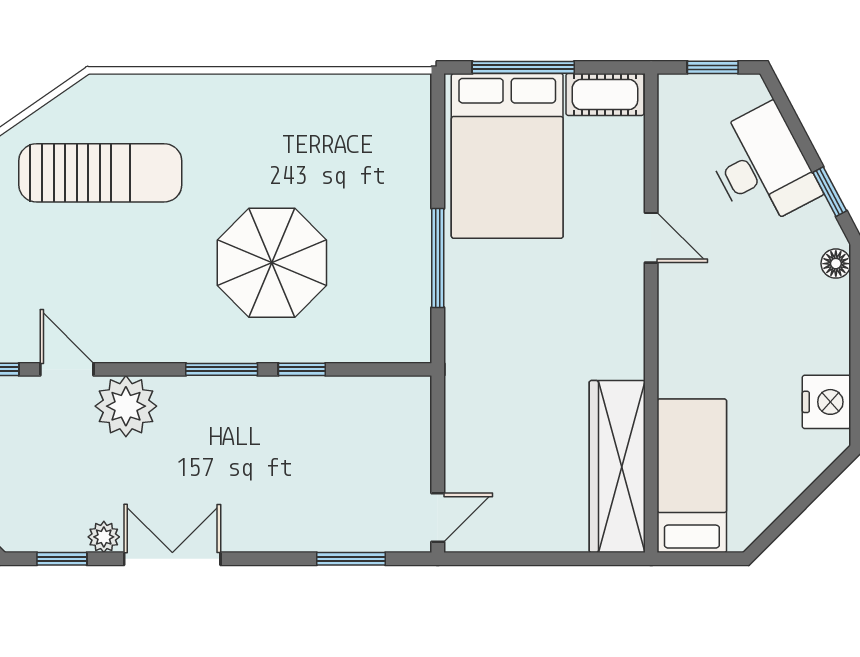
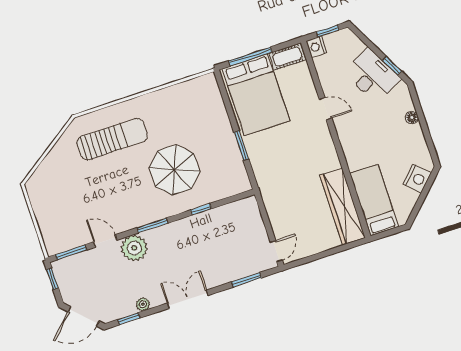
nightstand: (676, 94) -> (316, 47), added
desk: (762, 166) -> (372, 76), moved
sun lounger: (100, 173) -> (112, 139), moved
window: (438, 258) -> (241, 146), width x0.69
floor lamp: (836, 264) -> (412, 117), moved
window: (222, 369) -> (152, 225), moved
nightstand: (827, 402) -> (417, 178), moved, turned 45
double door: (172, 559) -> (188, 299), moved

